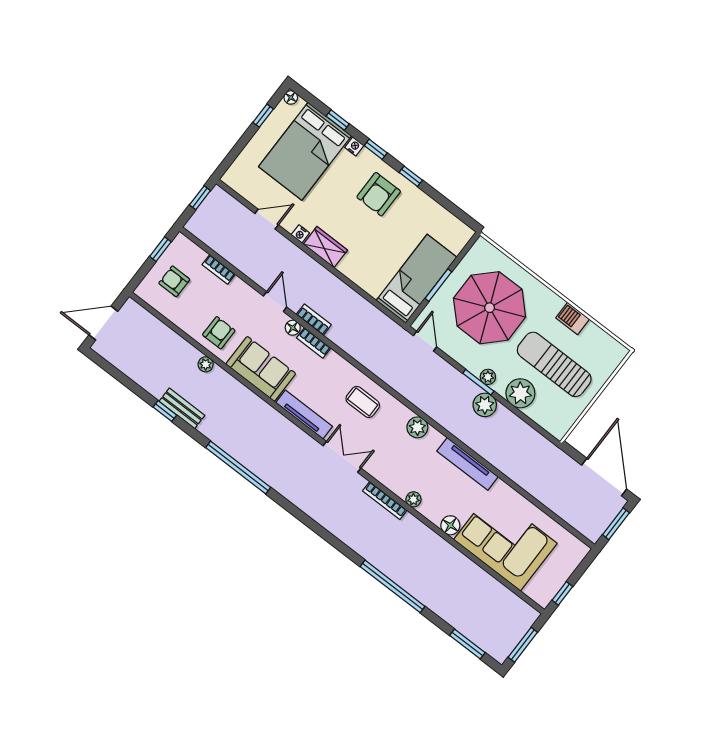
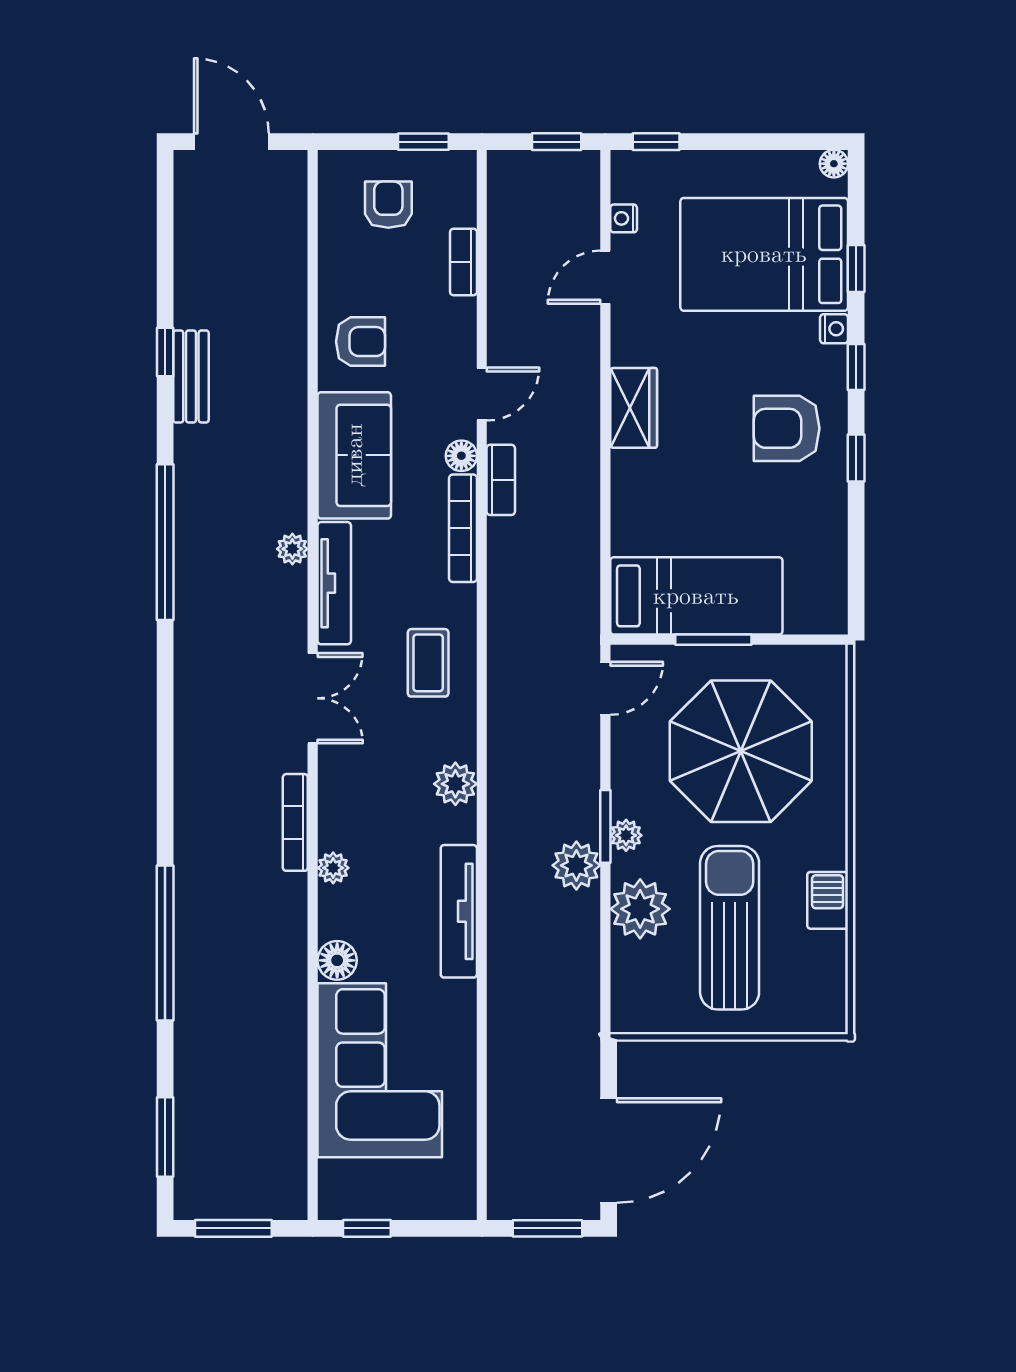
window: (263, 116) -> (656, 142), moved
door: (267, 219) -> (605, 277), swing flipped
nightstand: (300, 234) -> (624, 218), moved
bookcase: (314, 343) -> (463, 528), width x1.56
plant: (206, 364) -> (292, 549), moved

